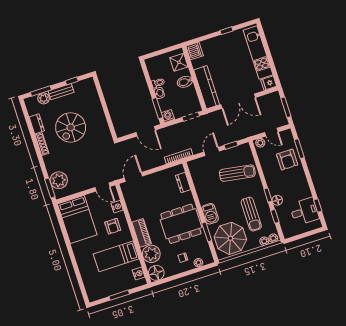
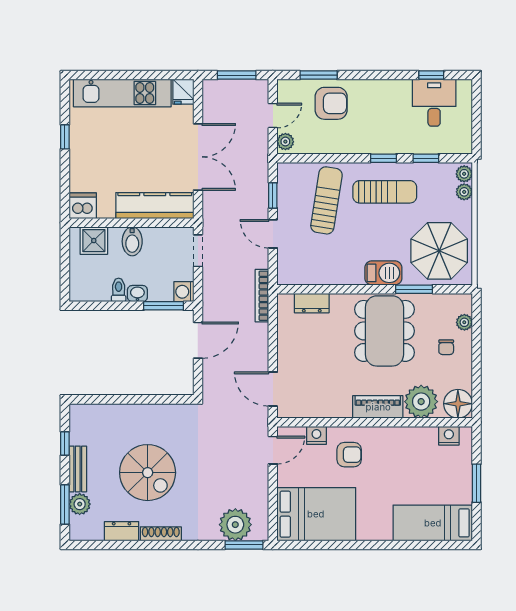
floor lamp: (277, 200) -> (398, 145), removed
sun lounger: (251, 214) -> (385, 192), moved
bed: (116, 256) -> (433, 523), moved, turned 90

